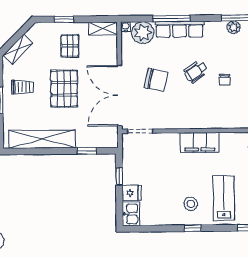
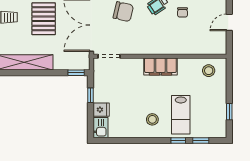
window: (87, 151) -> (76, 73), moved
lab bench: (224, 198) -> (181, 115), turned 180
window: (193, 228) -> (178, 140), moved

